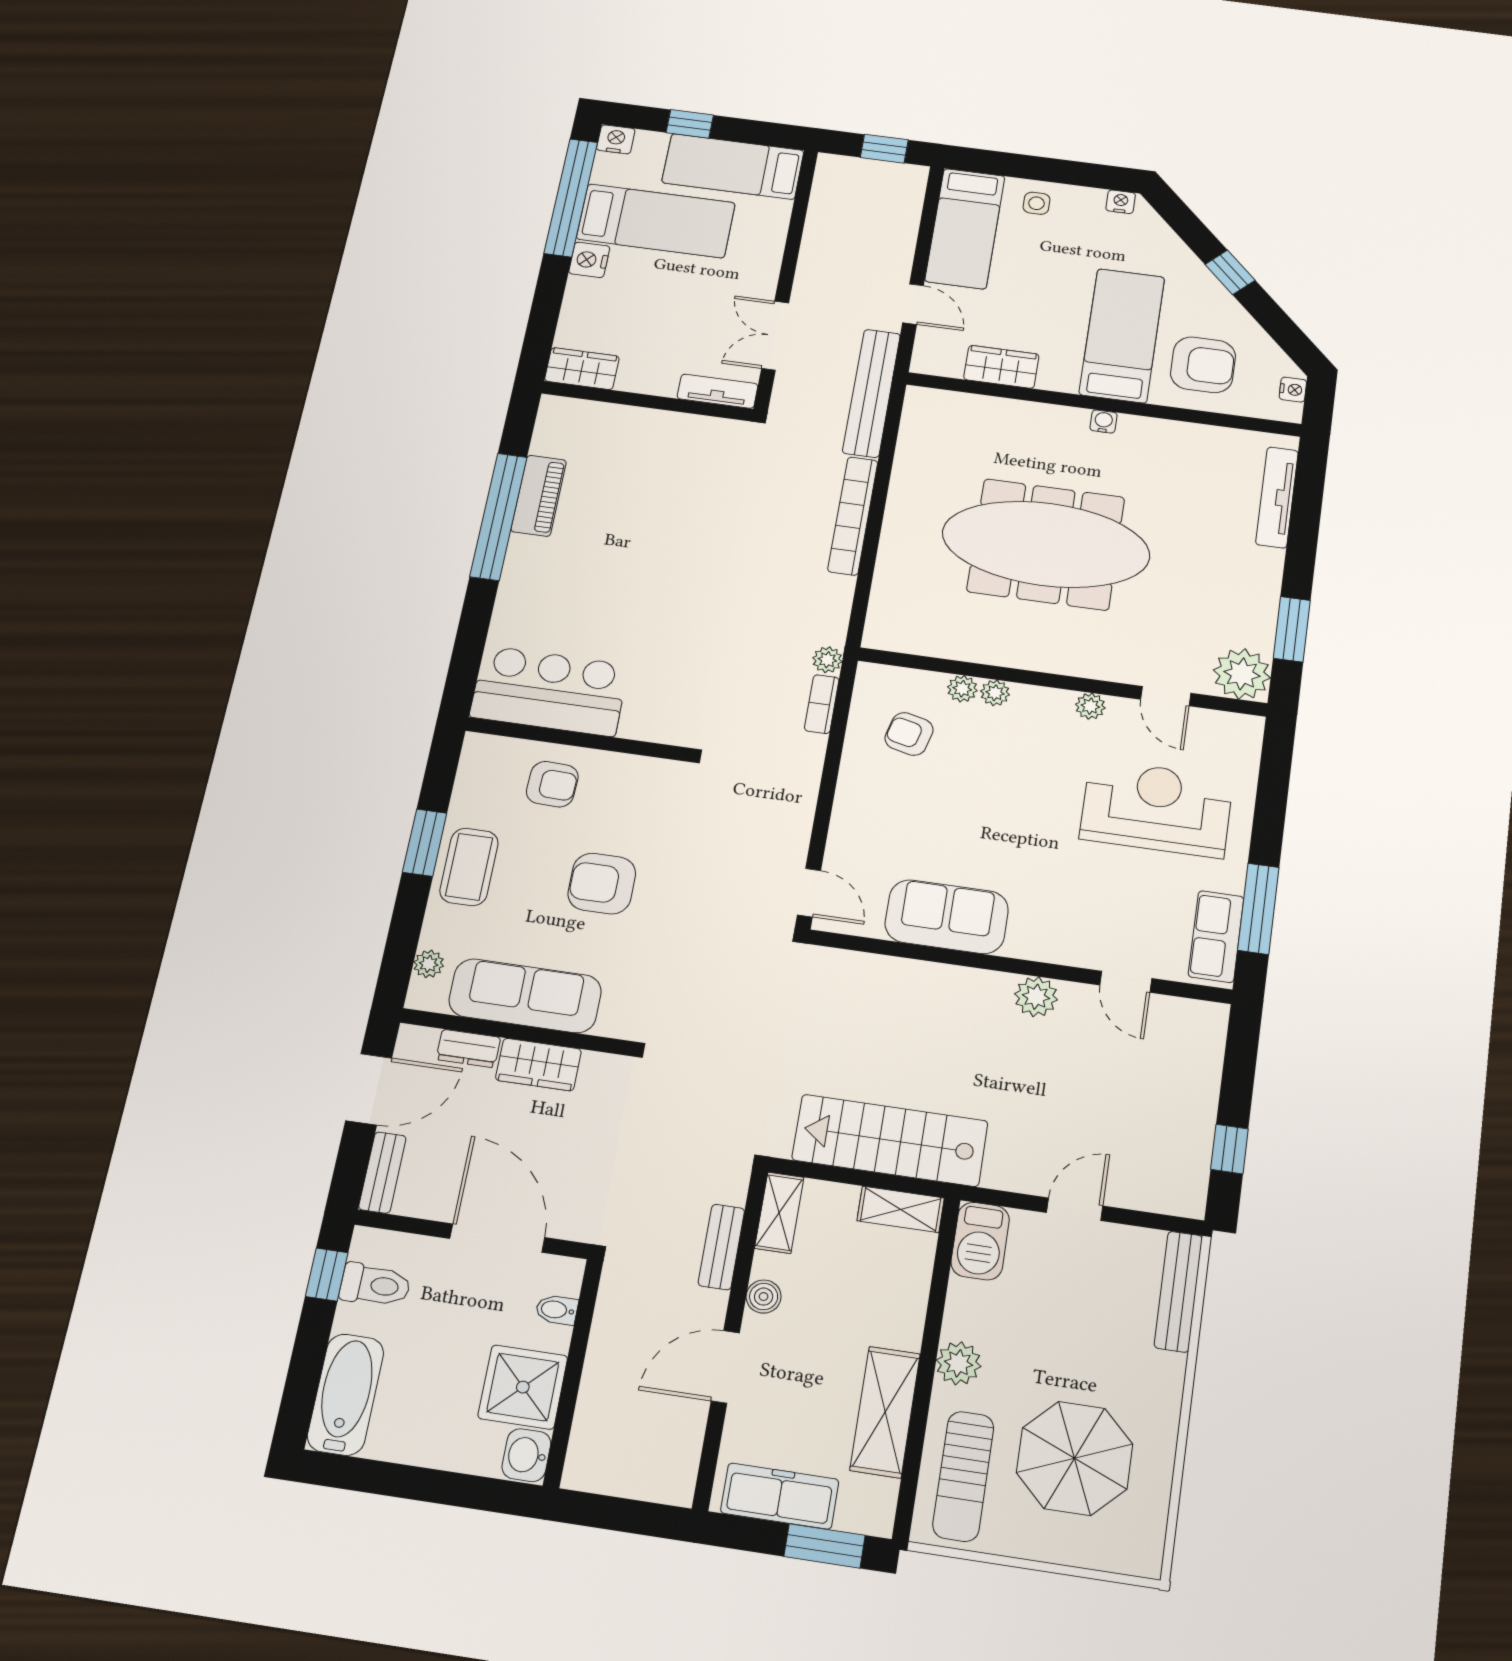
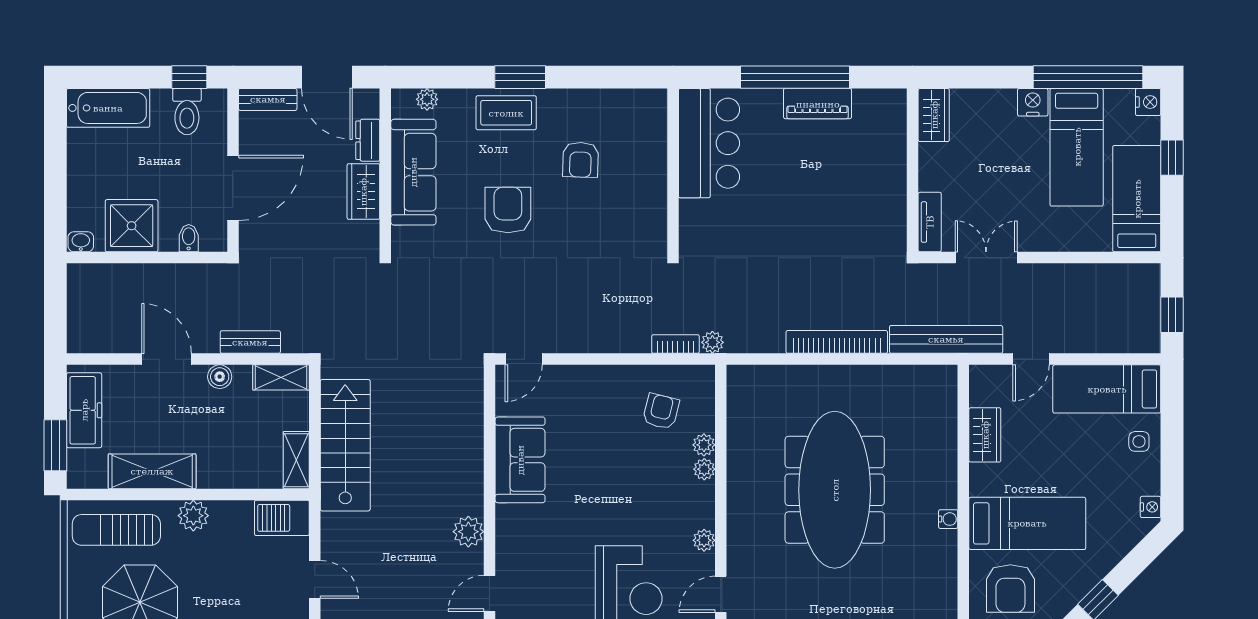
bar counter: (549, 691) -> (709, 143), moved
wall: (576, 739) -> (673, 170), moved
washbasin: (526, 1455) -> (81, 242), width x0.72, depth x0.69

